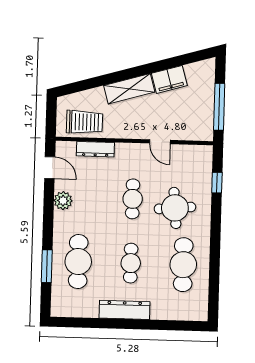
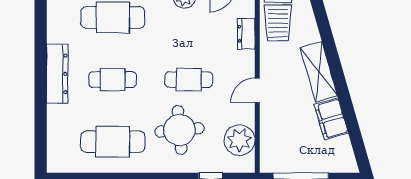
door: (160, 142) -> (257, 90), moved
dresser: (95, 149) -> (246, 34), width x0.70
plant: (185, 157) -> (240, 140), added

